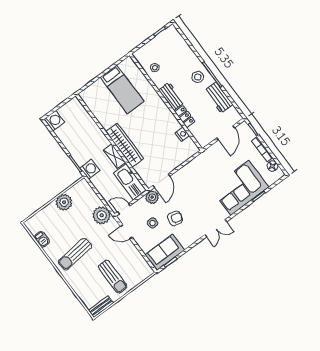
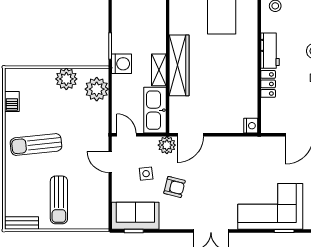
nightstand: (182, 134) -> (251, 126), moved
plant: (102, 215) -> (97, 89), moved

